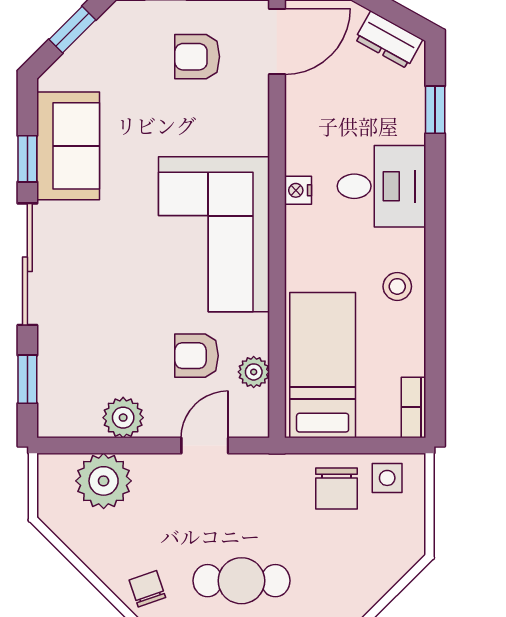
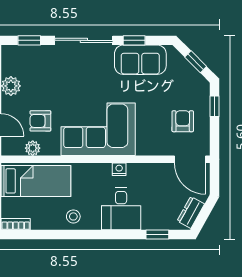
armchair: (197, 356) -> (40, 121), turned -90

